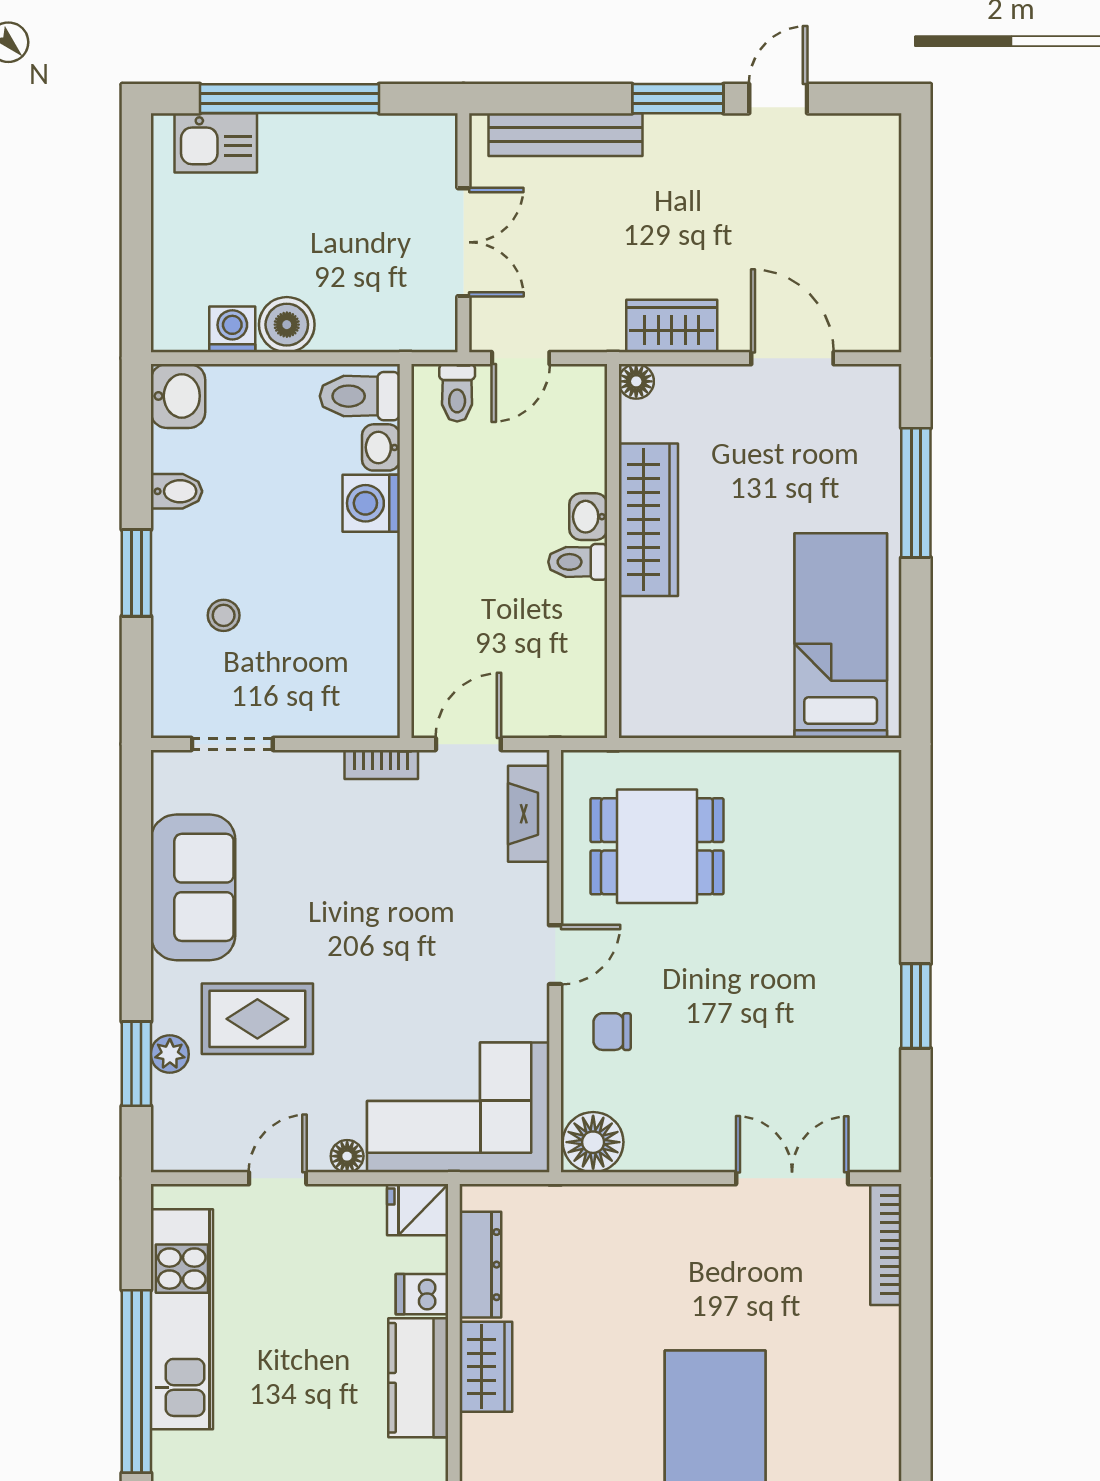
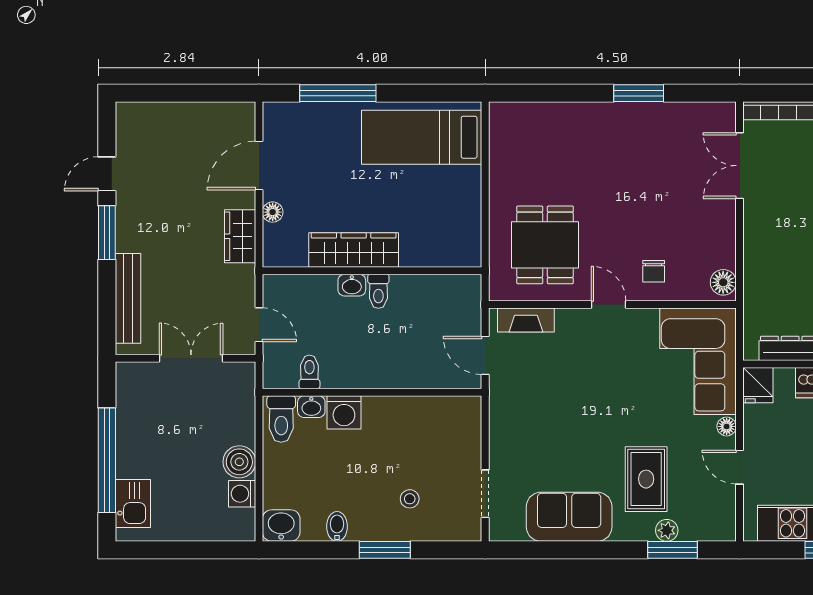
door: (778, 99) -> (107, 174), hinge flipped
floor lamp: (636, 381) -> (273, 212), moved
toilet: (457, 393) -> (309, 372), moved, turned -90
bookcase: (381, 765) -> (497, 406), removed
floor lamp: (593, 1142) -> (723, 282), width x0.73, depth x0.73

